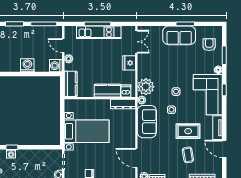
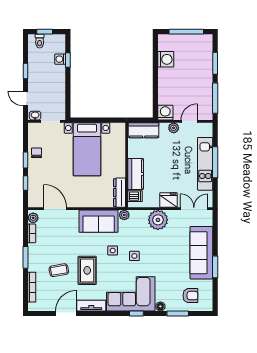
sofa: (179, 35) -> (201, 253), width x1.36
double door: (136, 42) -> (194, 209), swing flipped
washing machine: (27, 65) -> (166, 59), moved
plant: (146, 87) -> (158, 220), moved
door: (136, 158) -> (55, 209), hinge flipped

